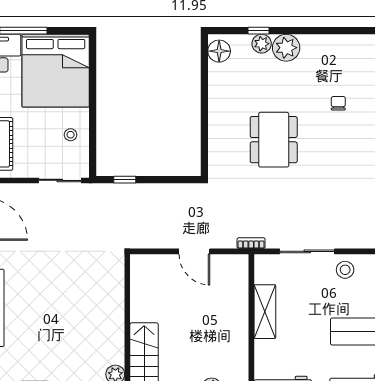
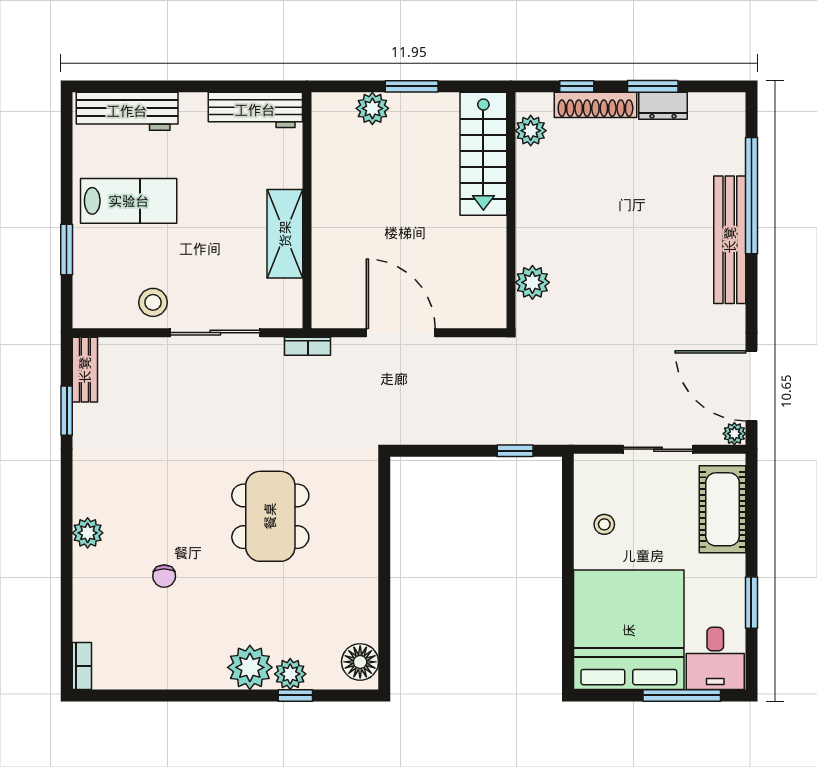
sliding door: (60, 180) -> (658, 449), moved
door: (194, 251) -> (401, 333), width x1.36
plant: (114, 282) -> (532, 282), added

